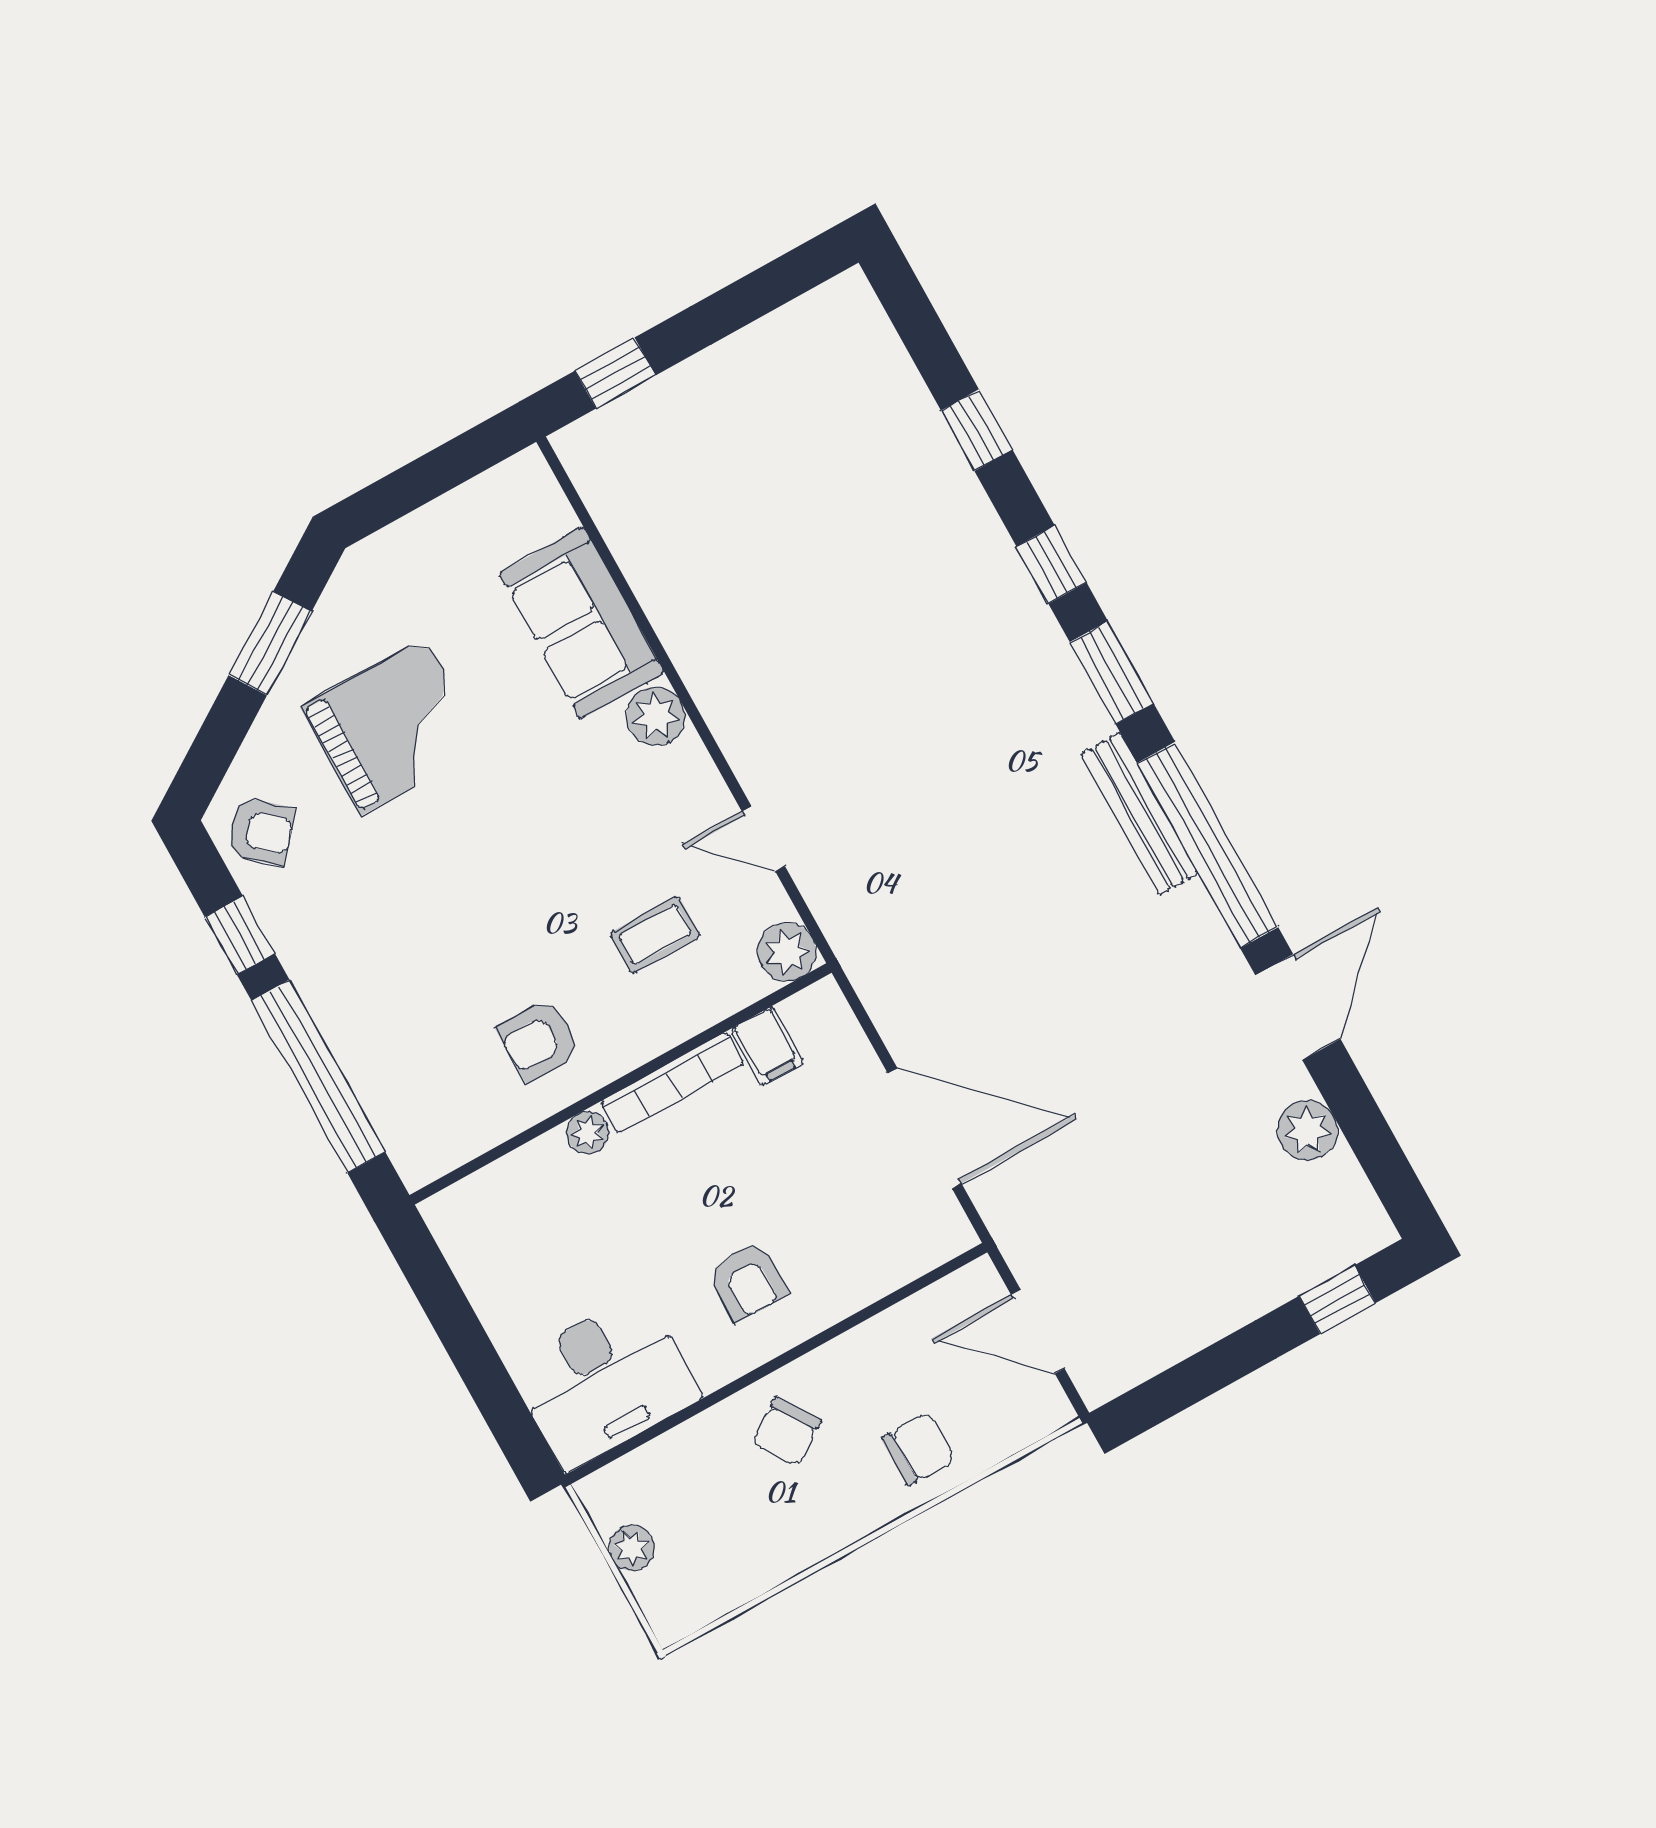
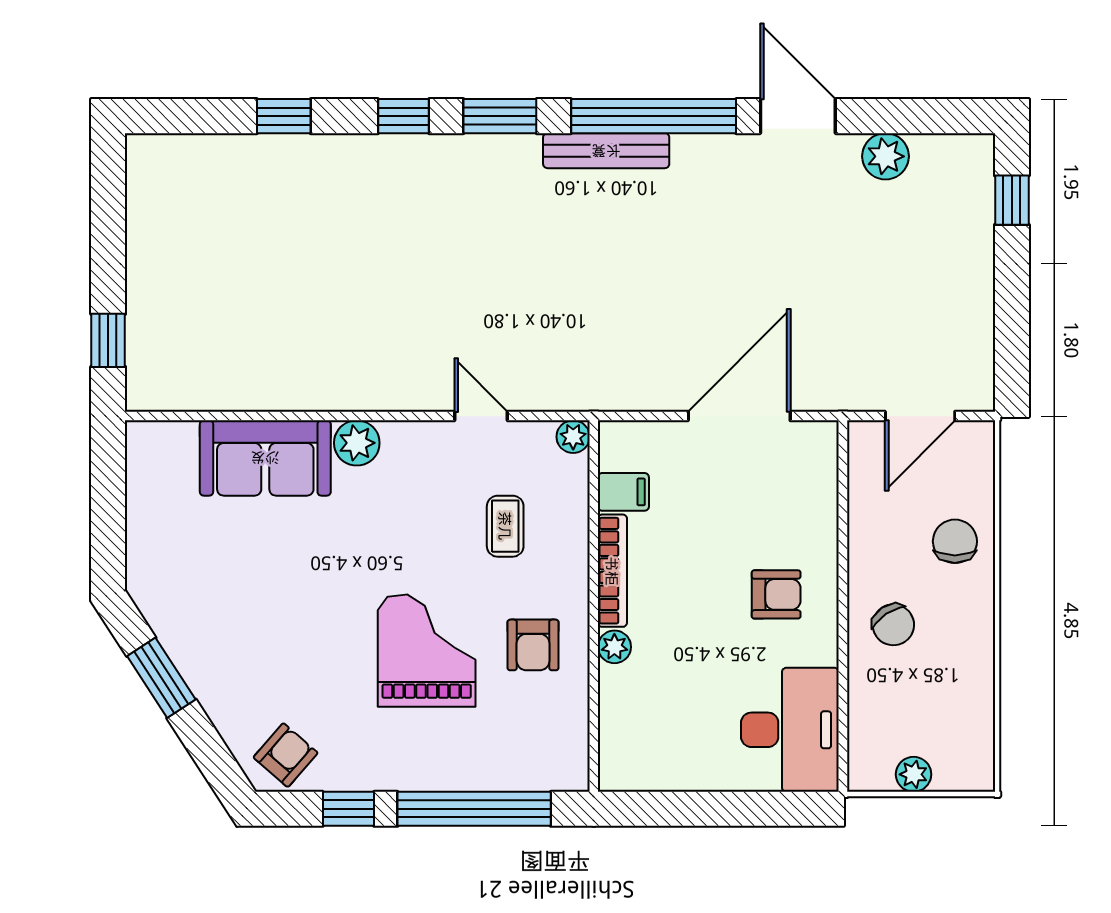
grand piano: (393, 726) -> (427, 651), moved
door: (763, 839) -> (481, 416), swing flipped
plant: (787, 952) -> (573, 437), width x0.73, depth x0.73

